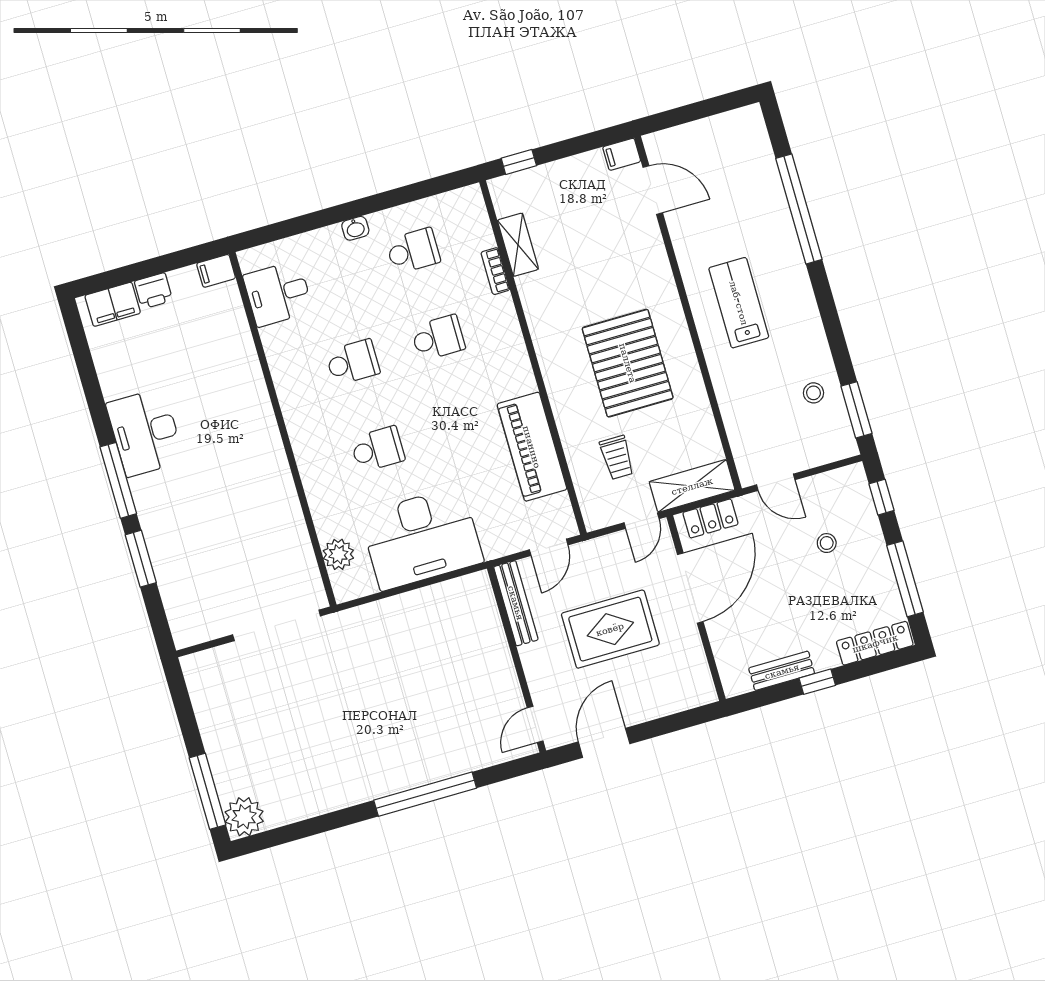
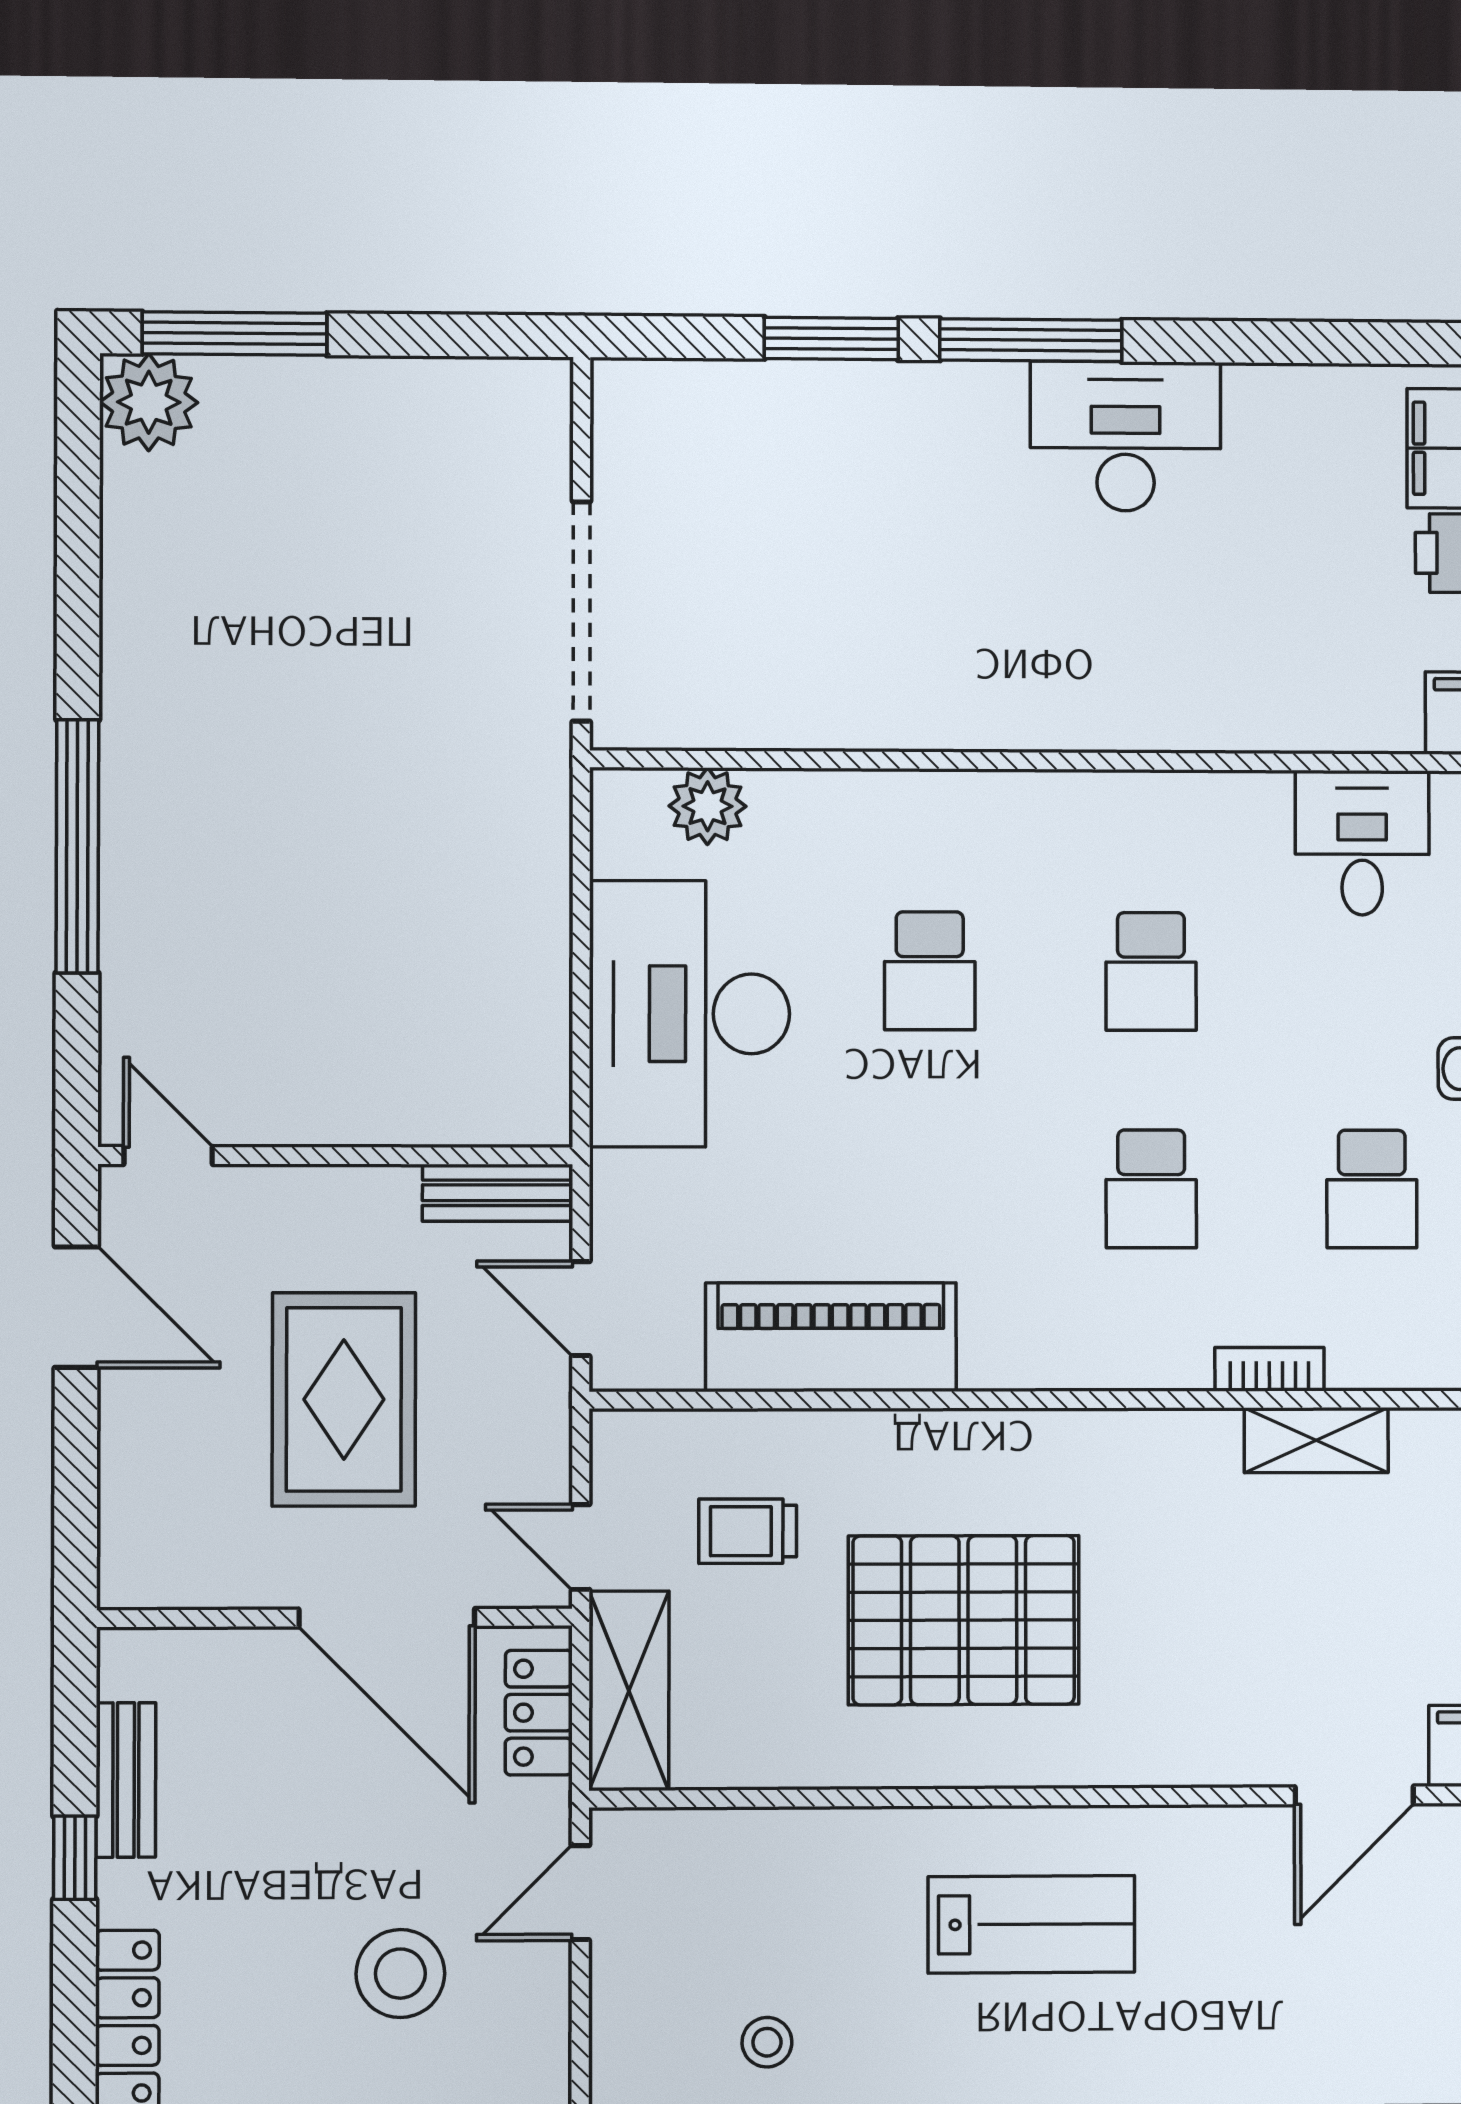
stool: (827, 543) -> (400, 1974), width x1.89, depth x1.89
bench: (516, 603) -> (498, 1193), width x0.73

